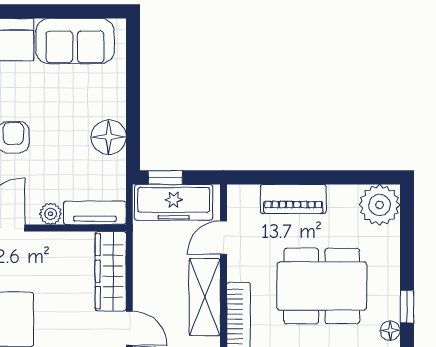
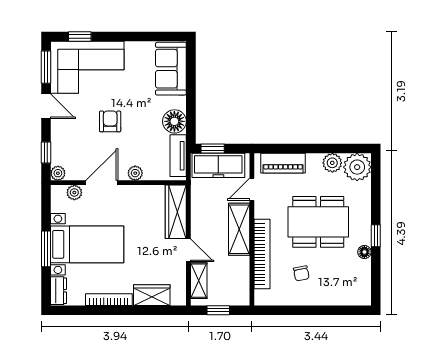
sofa: (75, 41) -> (171, 69), moved, turned 90
piano: (293, 199) -> (283, 163), moved
plant: (343, 199) -> (332, 163), added
tv unit: (95, 213) -> (178, 156), moved, turned -90

